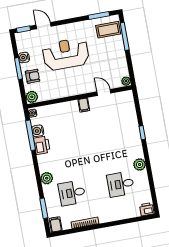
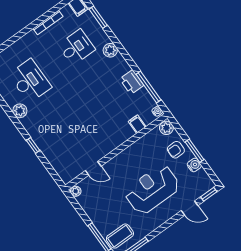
reception desk: (66, 54) -> (152, 189), turned 180
filing cabinet: (84, 105) -> (137, 124), moved
water cooler: (38, 131) -> (143, 95), removed
desk: (121, 184) -> (30, 81), width x1.37

